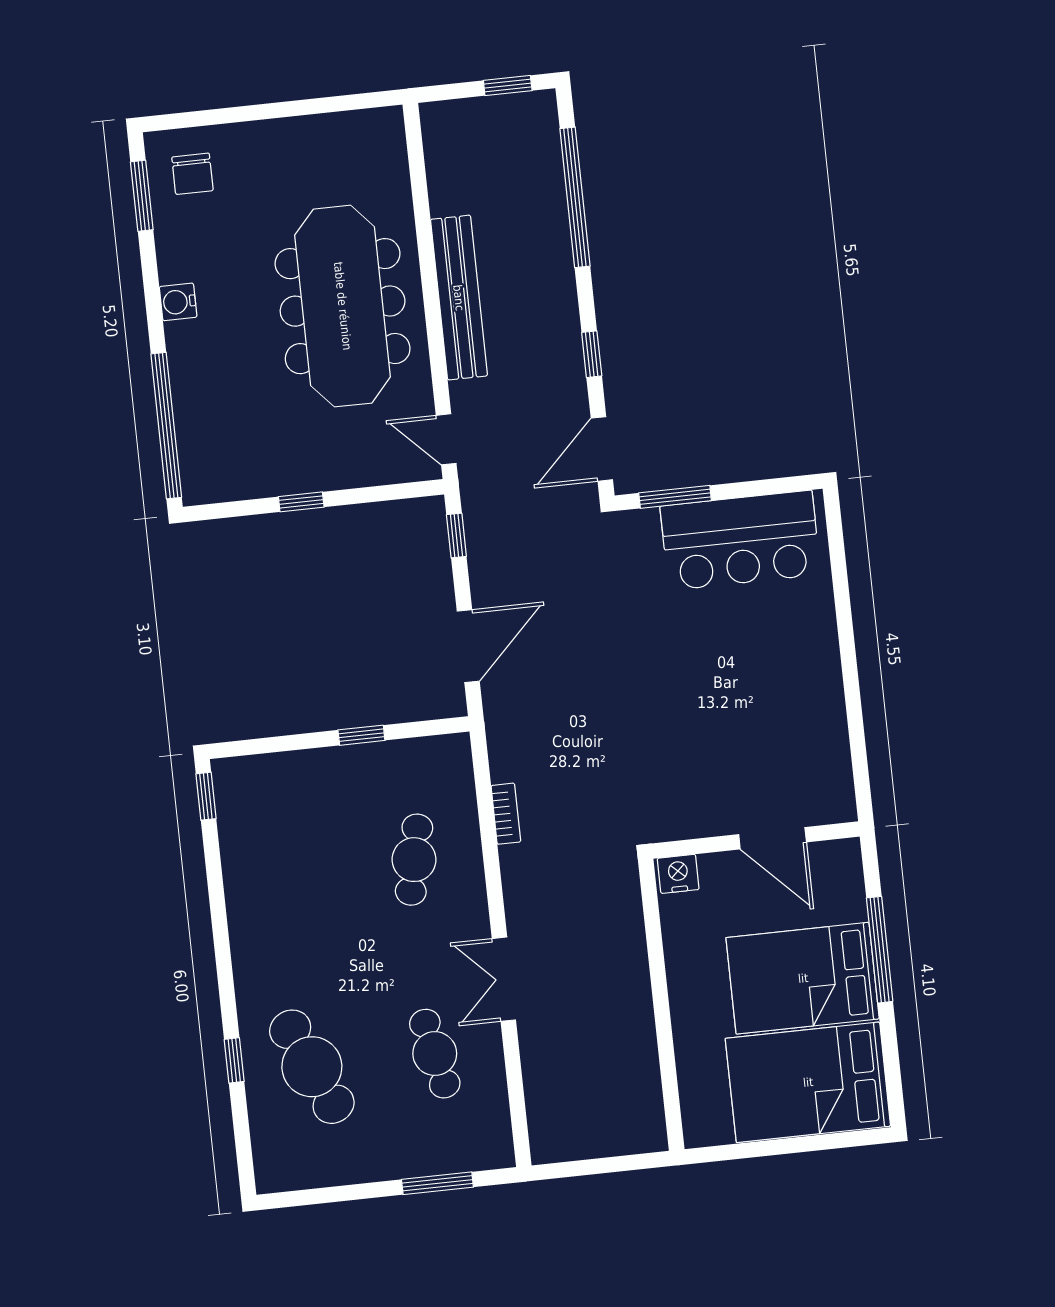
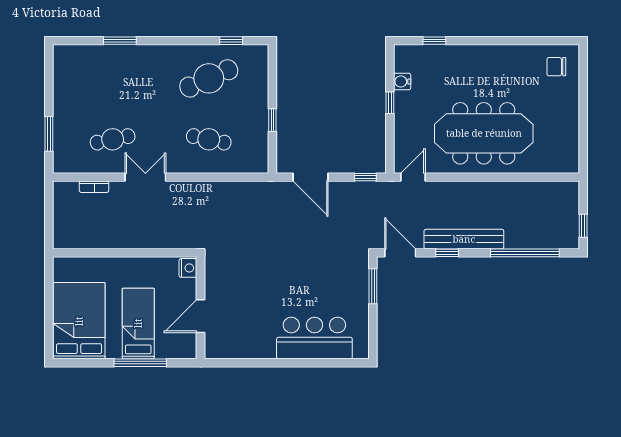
window: (142, 196) -> (548, 41), removed
bench: (459, 298) -> (464, 239), moved
water cooler: (178, 302) -> (402, 81), moved, turned -90
window: (166, 426) -> (434, 41), width x0.32
bar counter: (740, 540) -> (314, 338), moved, turned 90
window: (206, 796) -> (231, 41), moved
bookcase: (506, 814) -> (94, 187), moved
bed: (803, 978) -> (138, 323), width x0.67
window: (234, 1060) -> (120, 41), width x1.50
cafe table: (312, 1067) -> (209, 78), moved

